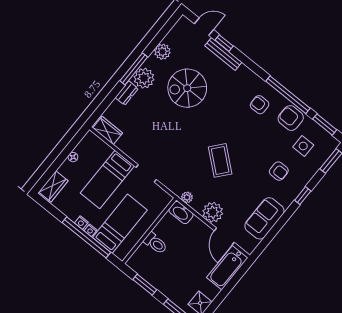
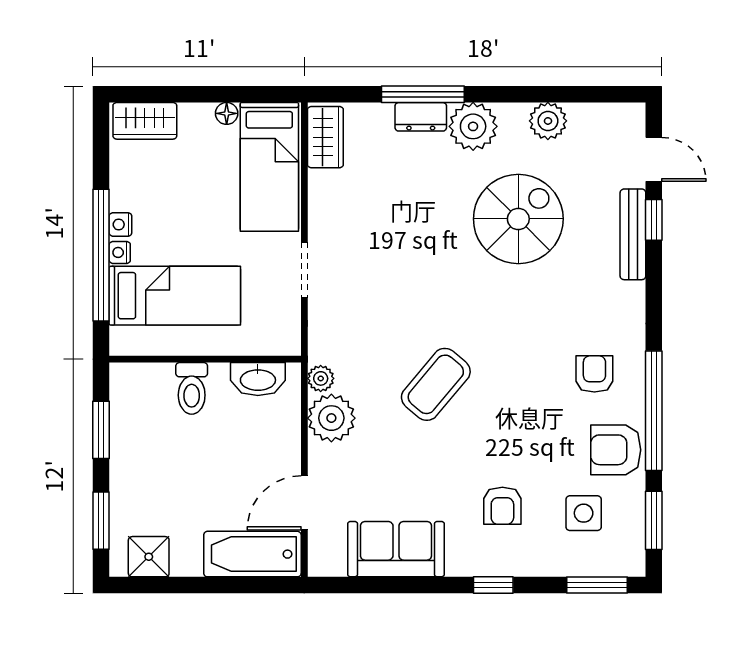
window: (134, 69) -> (423, 94), moved
spiral stairs: (187, 88) -> (518, 219), turned 90
armchair: (291, 118) -> (616, 450), turned -90
bed: (107, 179) -> (269, 167), moved, turned -90
plant: (213, 212) -> (331, 418), moved
washbasin: (181, 213) -> (258, 379), moved, turned -90

